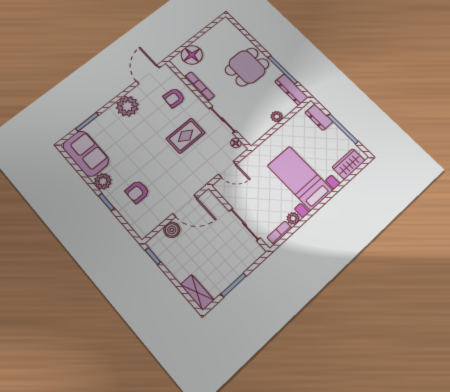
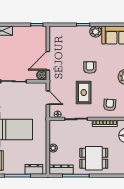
dining table: (247, 67) -> (94, 158), turned 90
door: (227, 169) -> (48, 98), swing flipped
armchair: (137, 192) -> (90, 67), moved
boiler: (172, 230) -> (42, 75), moved

